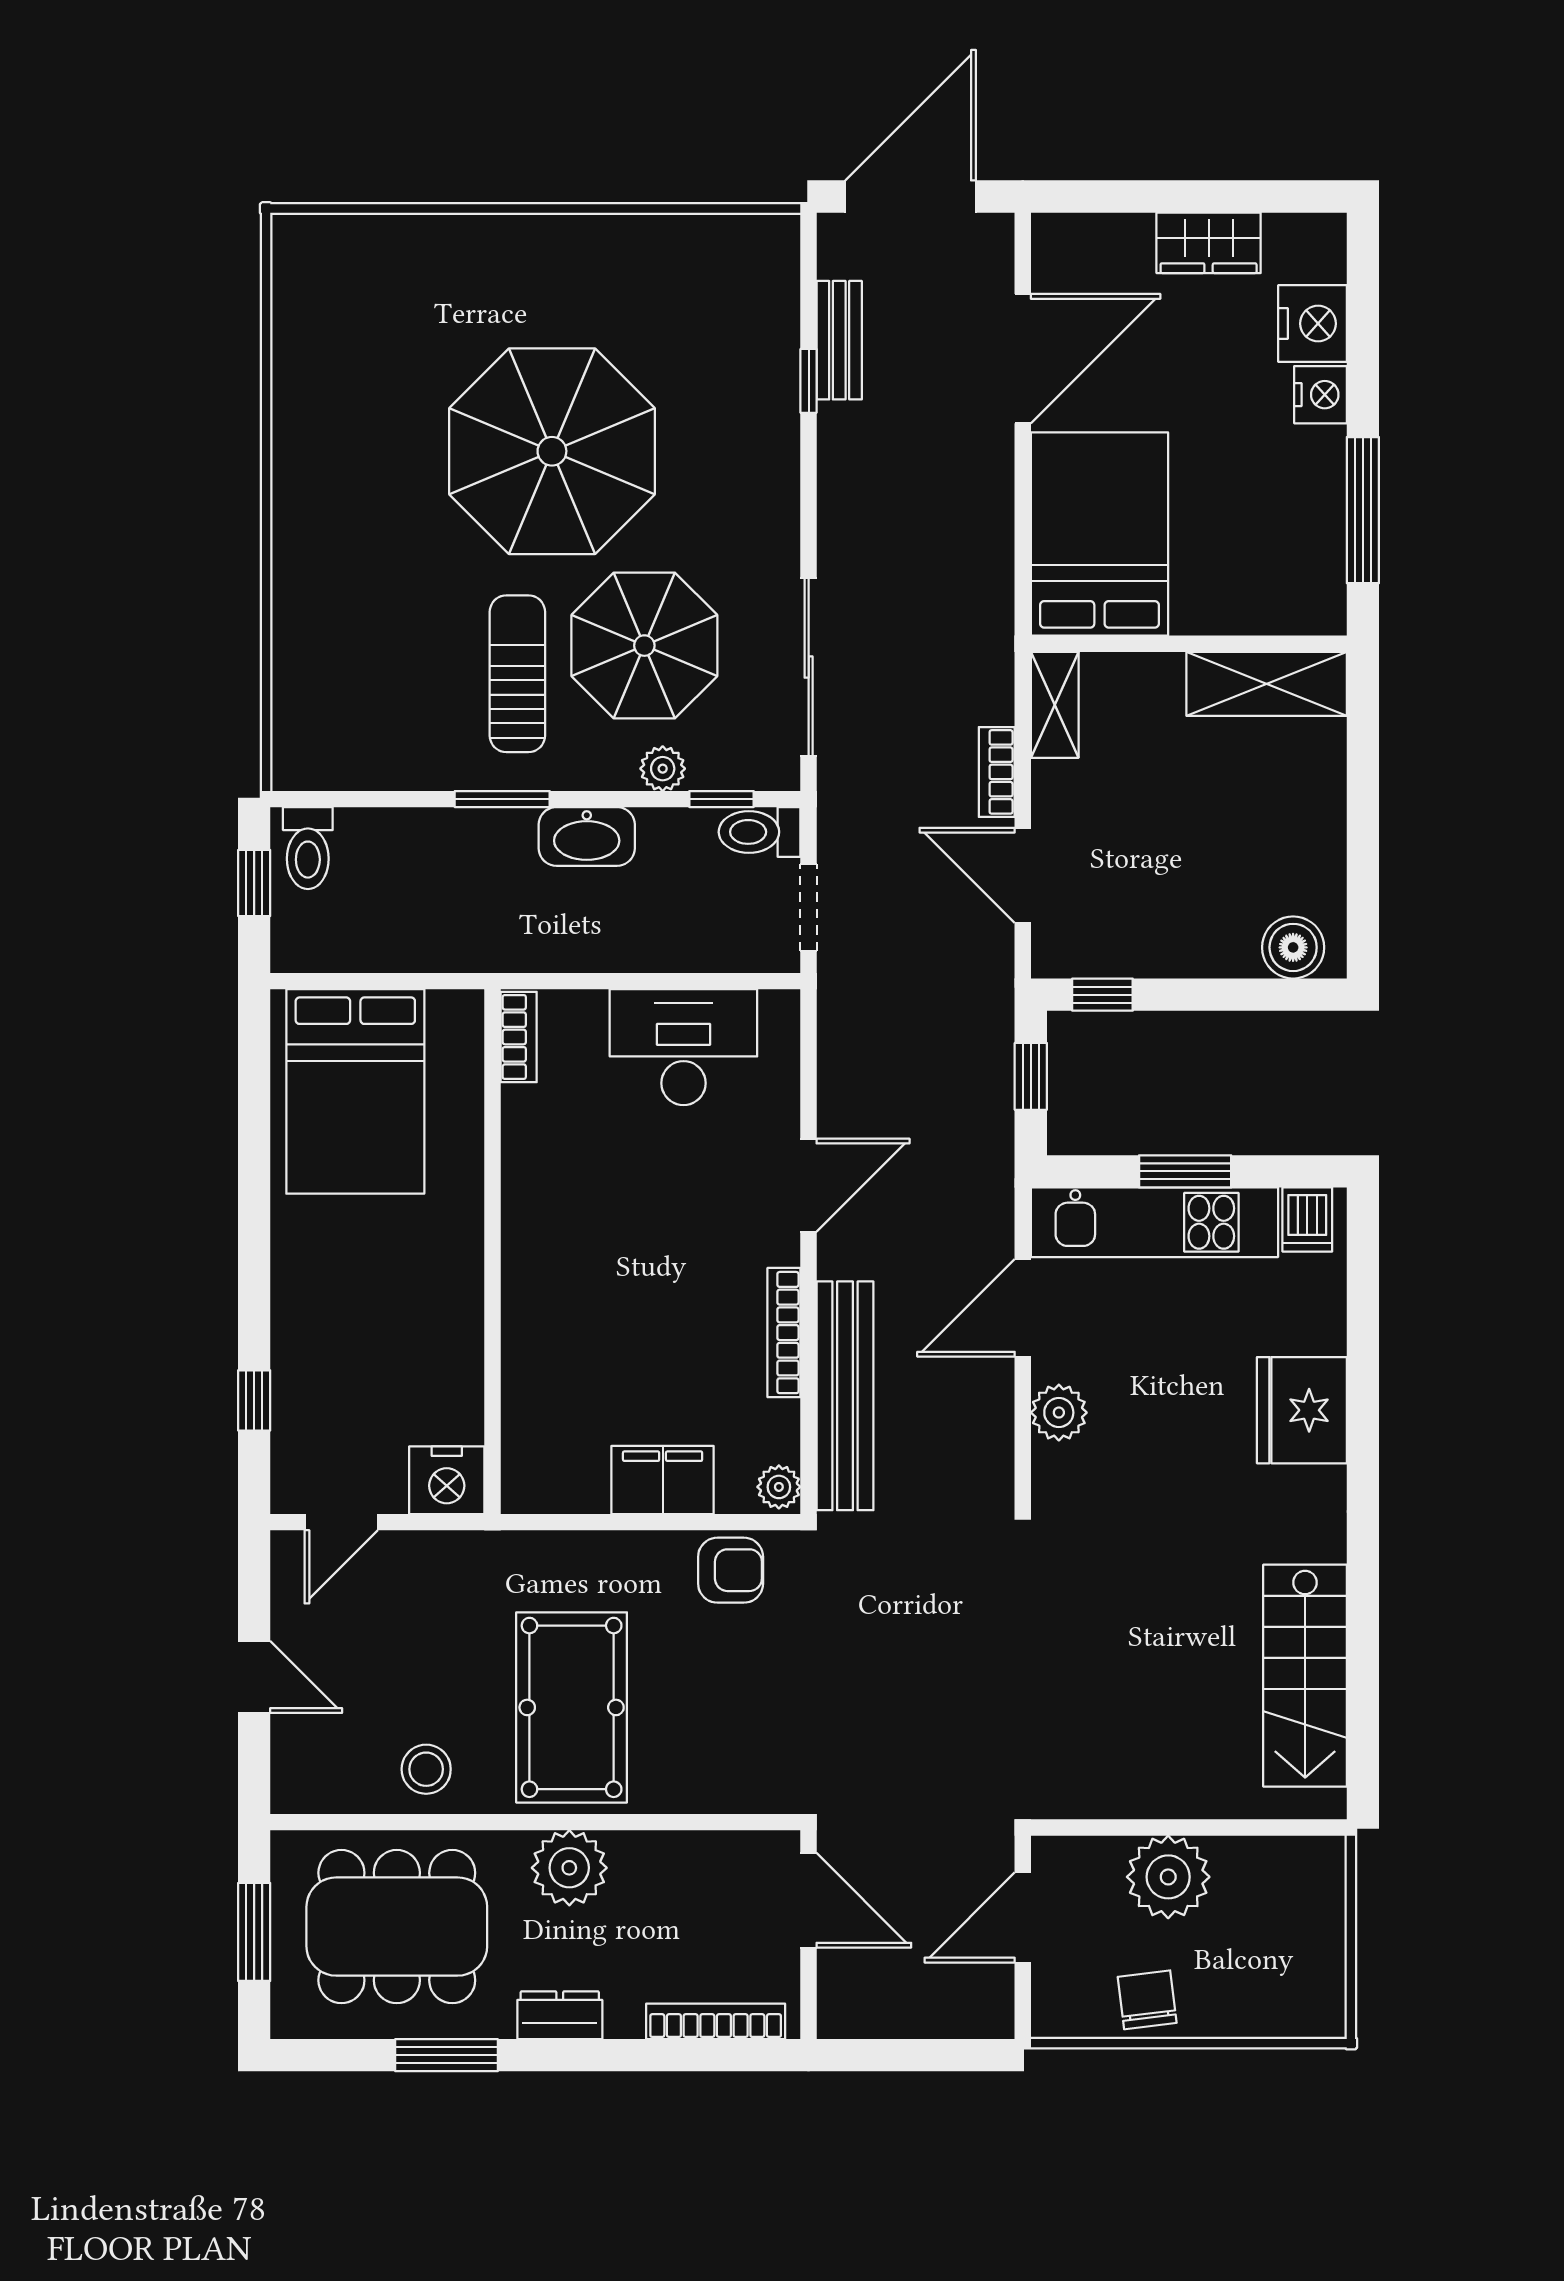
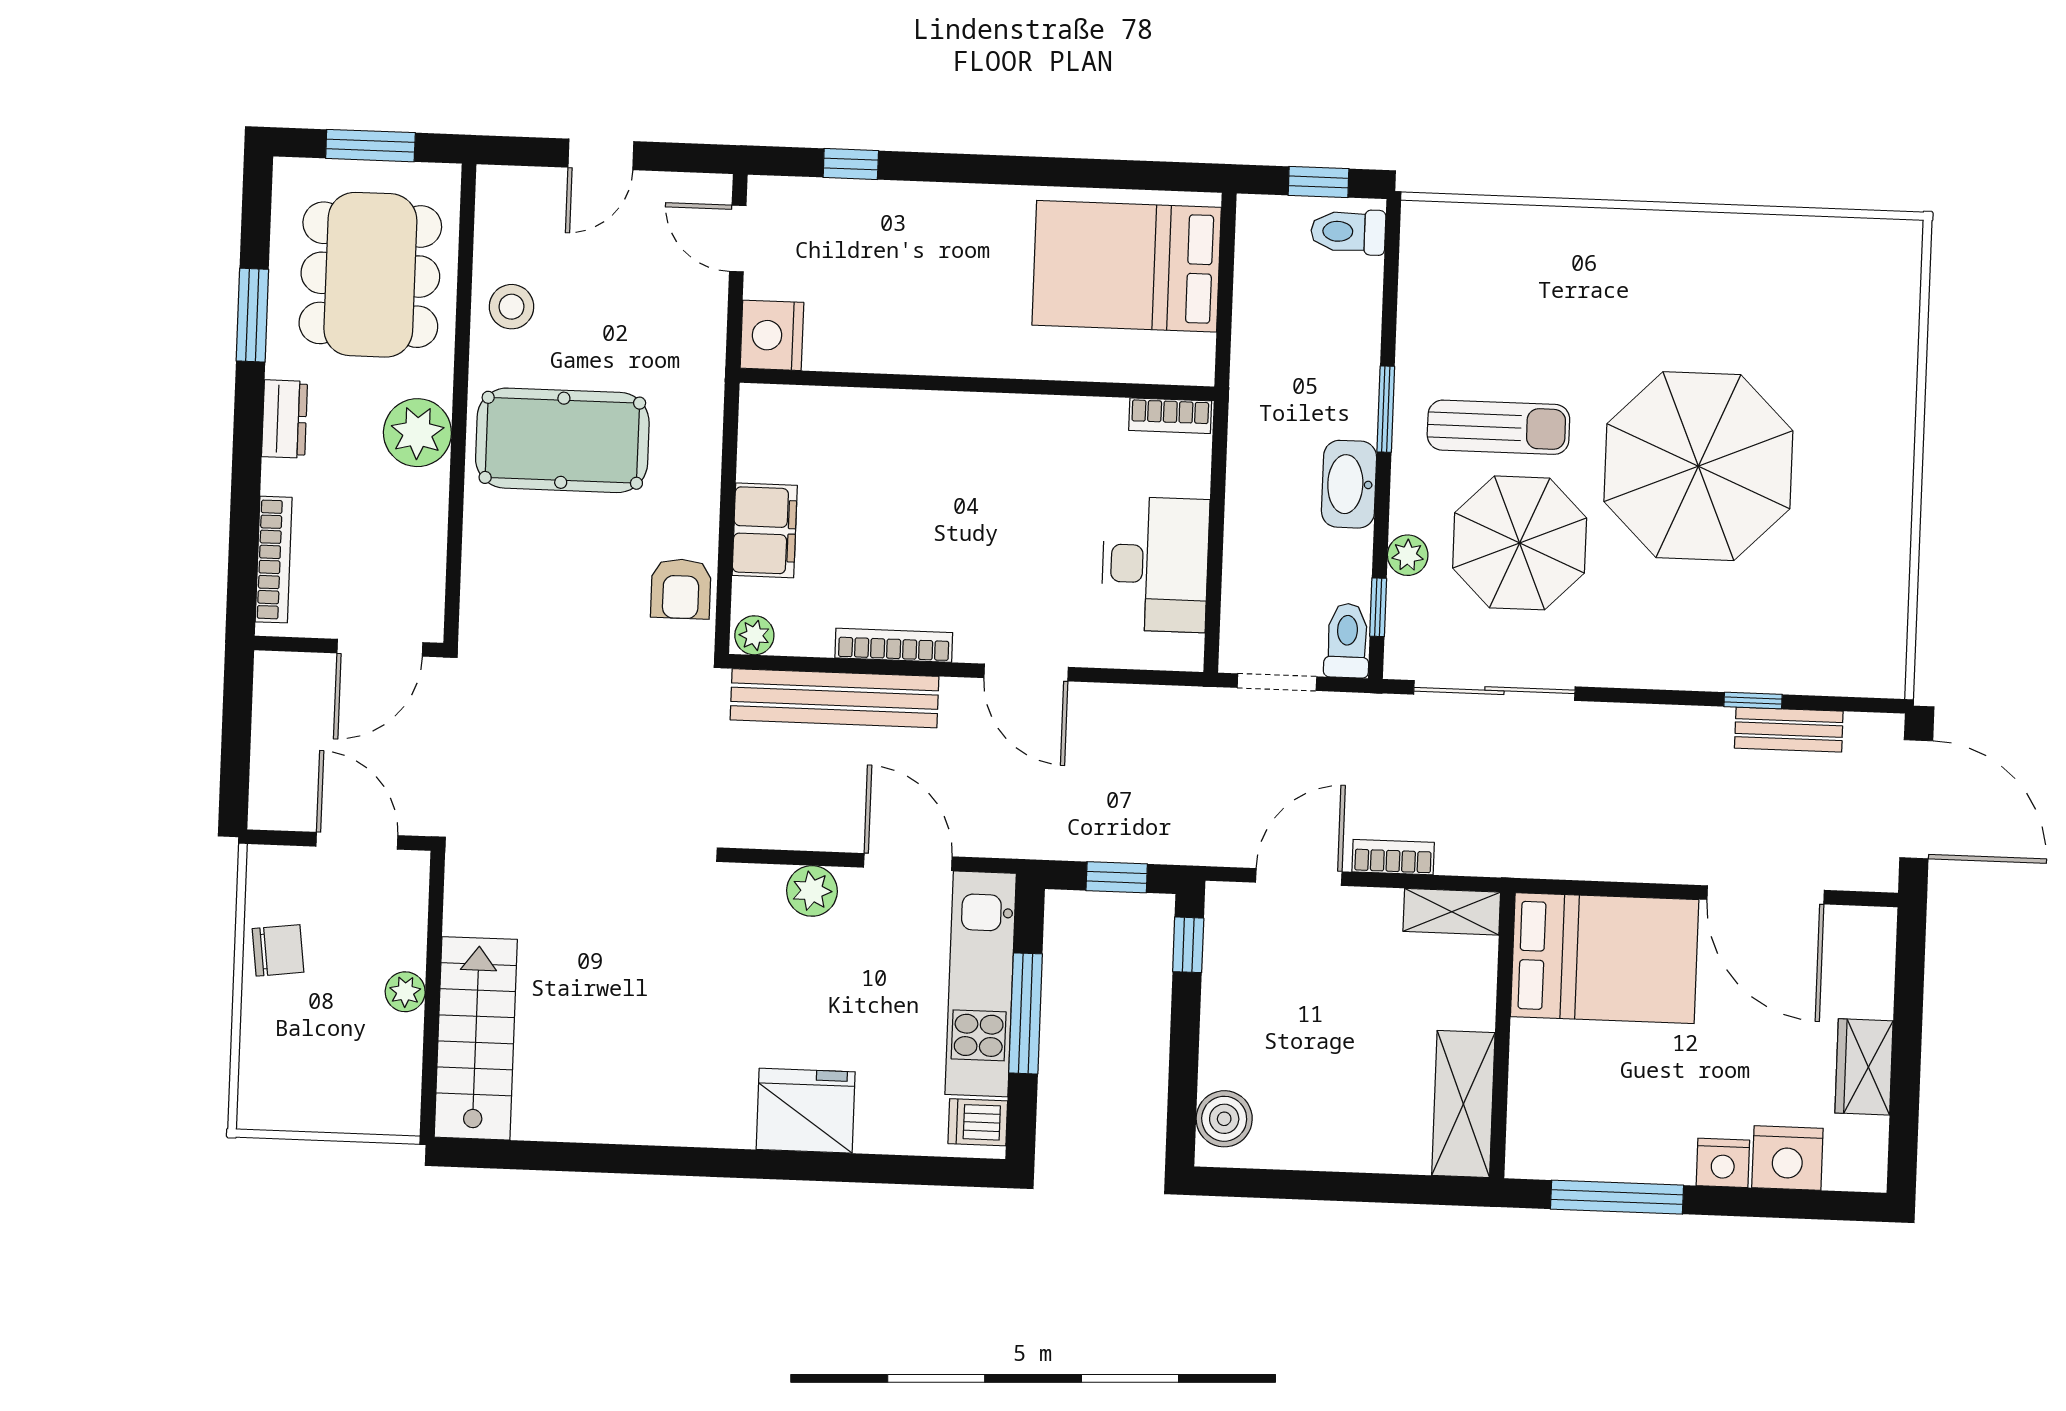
window: (1185, 1171) -> (1026, 1013), width x1.44
stairs: (1305, 1676) -> (476, 1038), moved, turned 90
plant: (1168, 1877) -> (405, 992), width x0.53, depth x0.53

